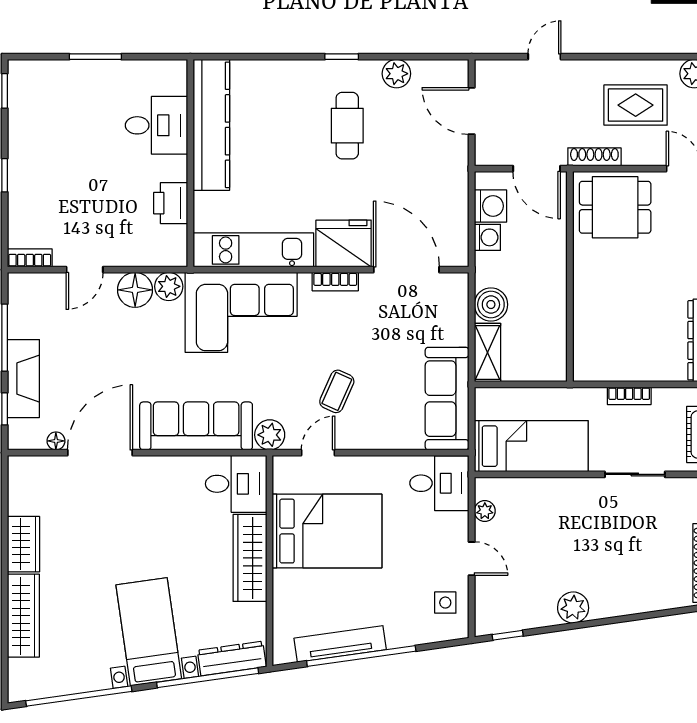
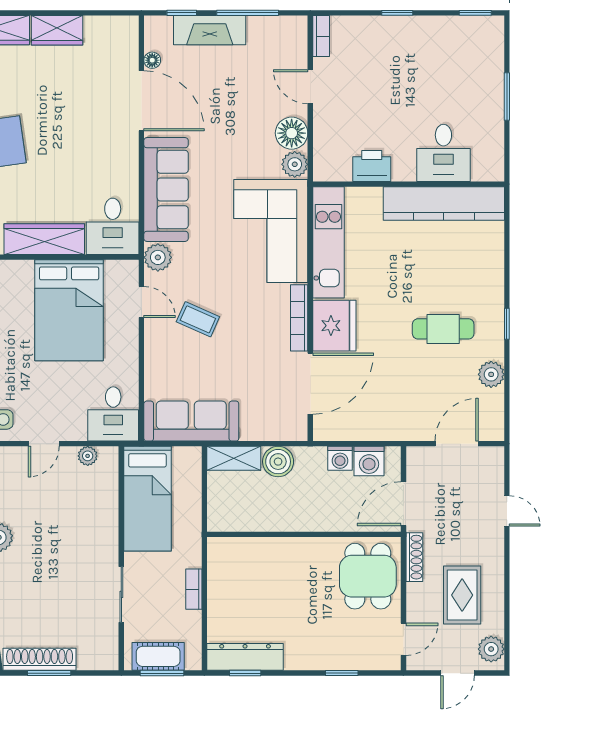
bookcase: (335, 282) -> (299, 318), width x1.56

